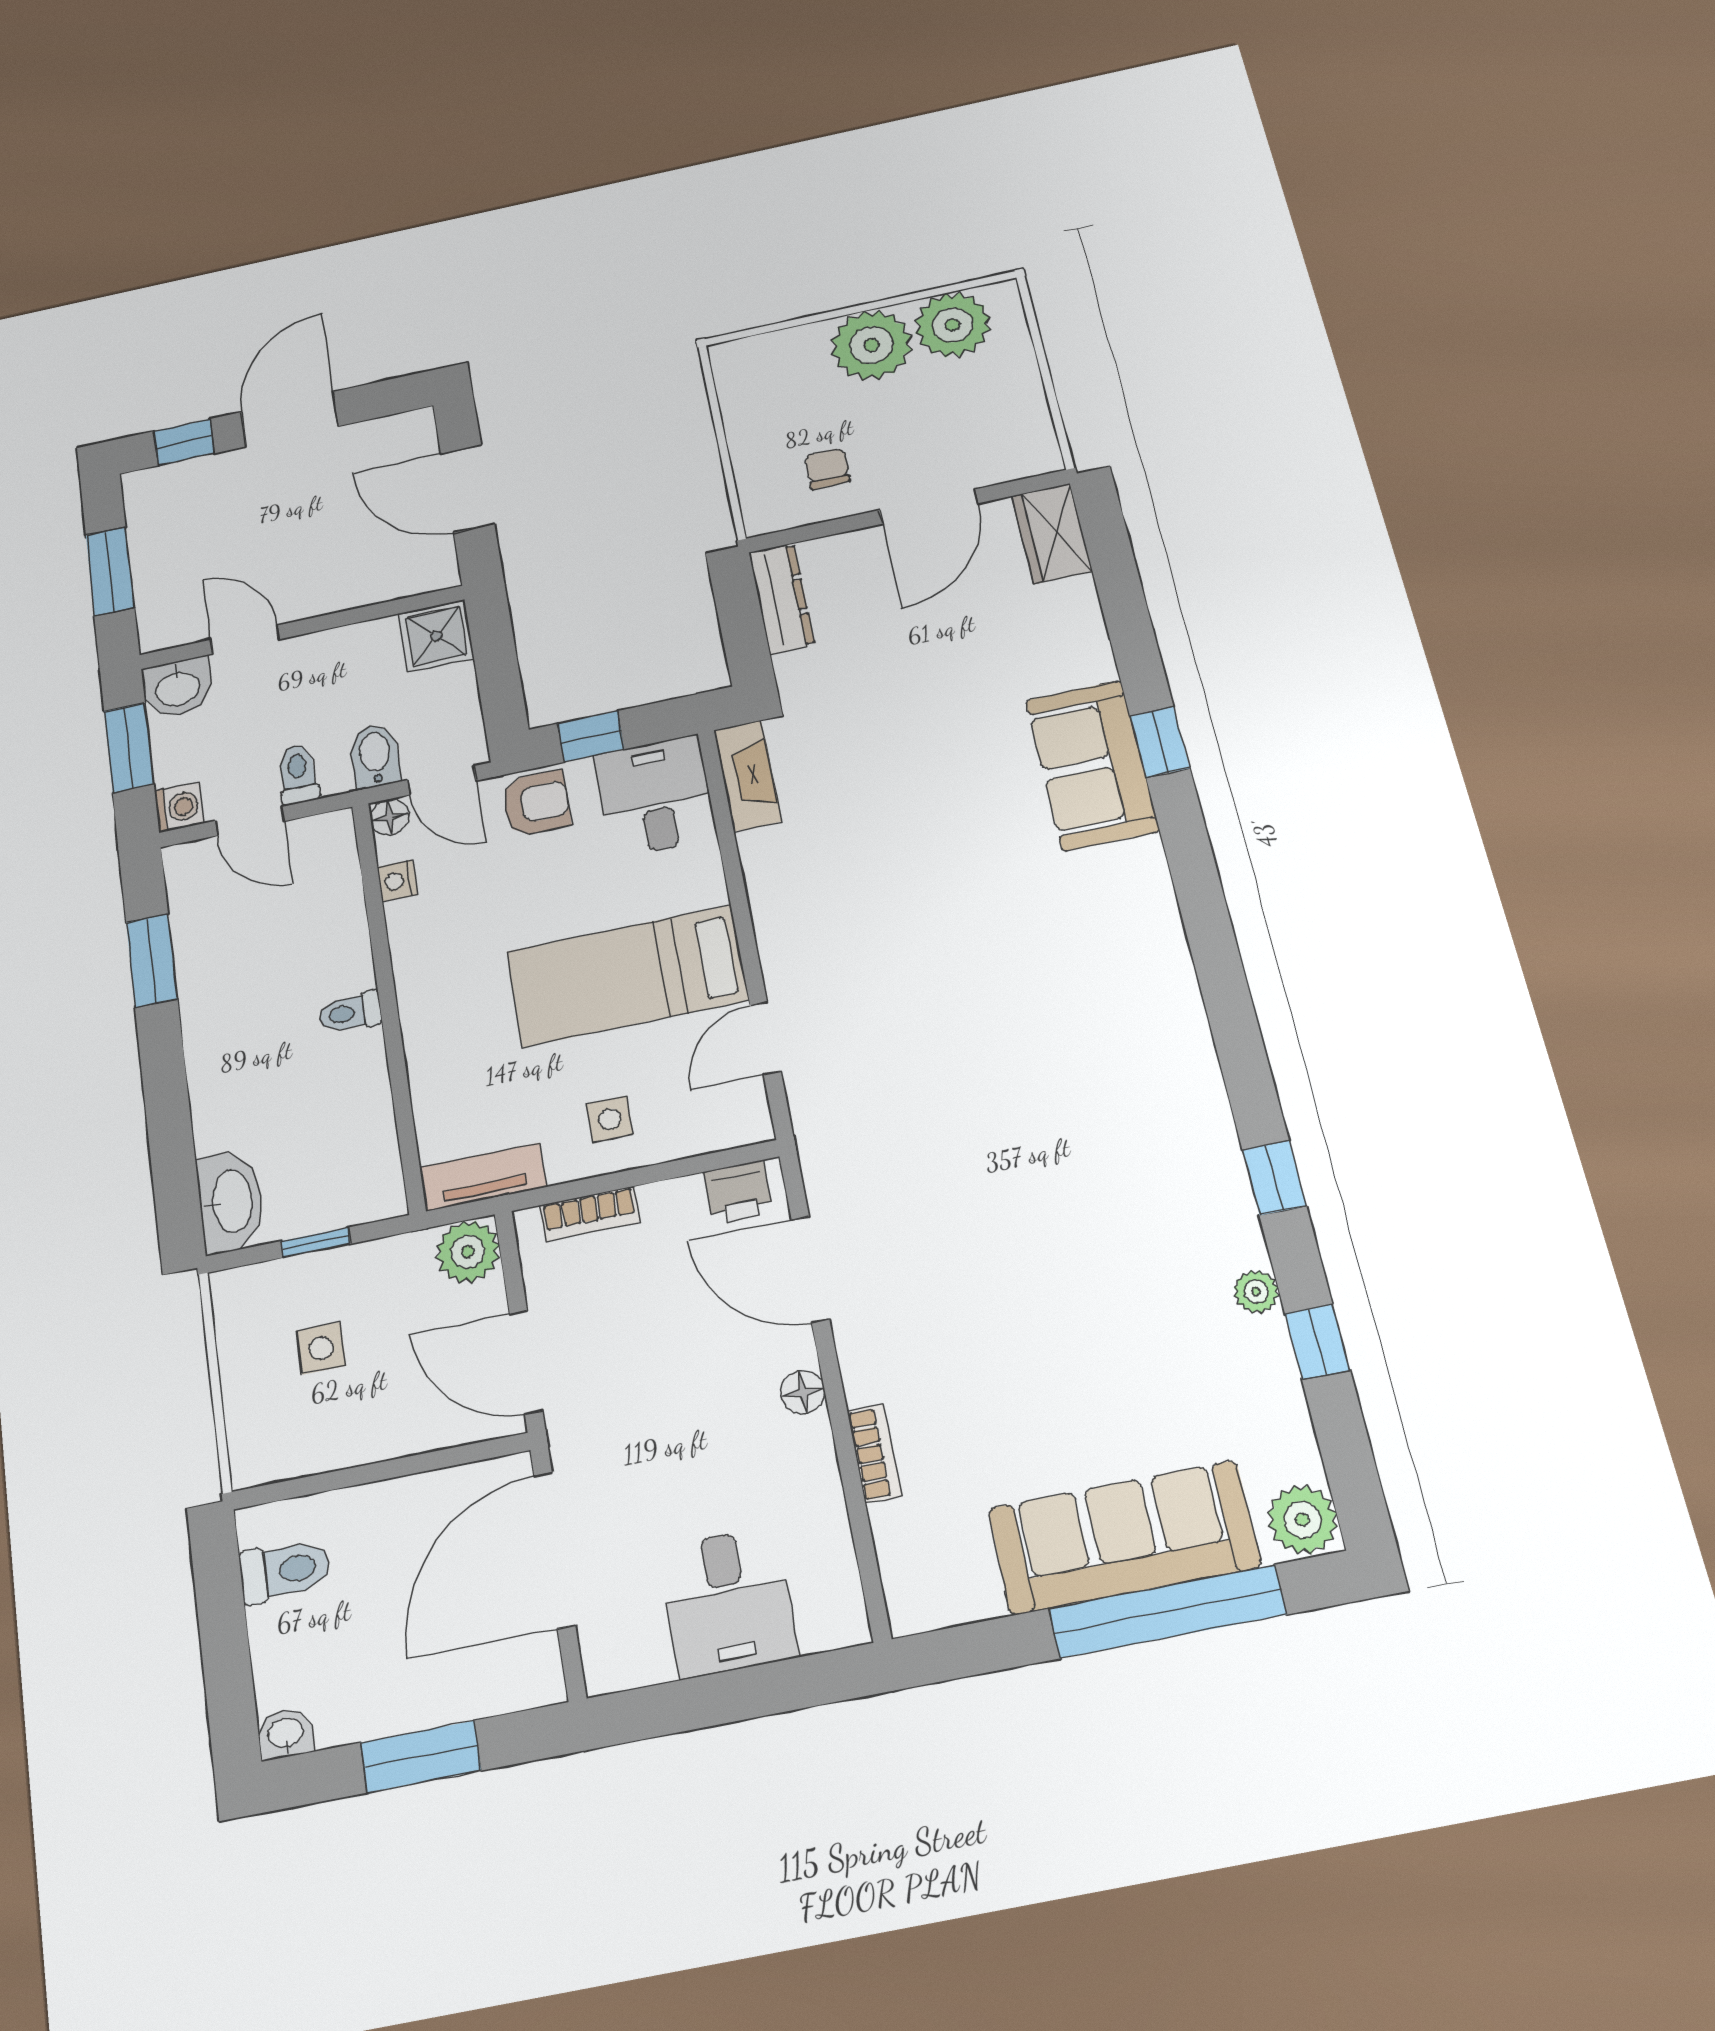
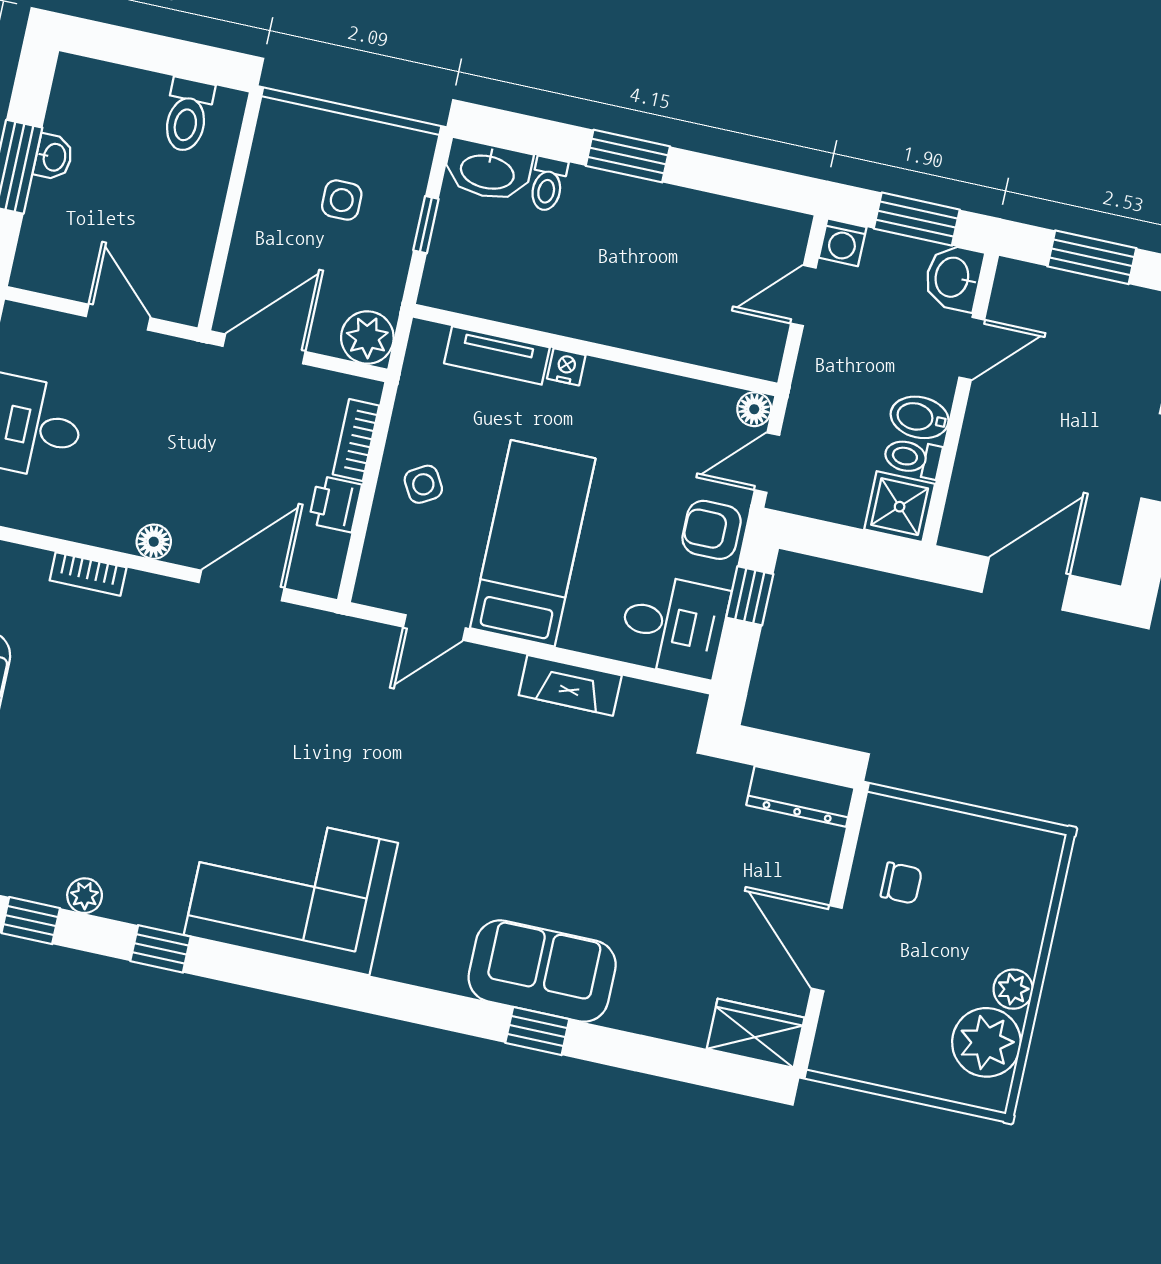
plant: (871, 345) -> (1013, 989), width x0.53, depth x0.53
bidet: (375, 756) -> (920, 417), moved, turned 180
toilet: (298, 774) -> (913, 458), moved, turned 180
fireplace: (747, 776) -> (570, 685), moved
armchair: (536, 803) -> (712, 530), turned 90
nightstand: (397, 881) -> (566, 367), moved
window: (152, 960) -> (628, 156), moved
toilet: (350, 1013) -> (548, 184), moved, turned 180
door: (765, 1038) -> (434, 627), swing flipped
corner sofa: (1133, 1064) -> (291, 889), added
side table: (610, 1119) -> (423, 484), turned -30
tv unit: (483, 1177) -> (497, 355), moved, turned 90
printer: (738, 1192) -> (335, 504), moved
door: (555, 1550) -> (118, 317), width x0.53
washbasin: (286, 1734) -> (53, 157), moved

